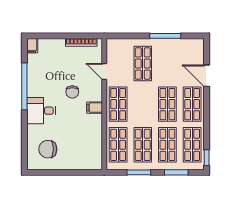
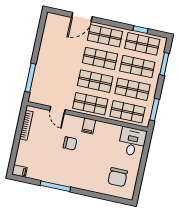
window: (165, 36) -> (30, 78), moved
shop shelf: (143, 63) -> (95, 81), moved
door: (104, 72) -> (58, 110), hinge flipped
window: (24, 86) -> (55, 186), width x0.68
desk: (41, 111) -> (132, 142), moved, turned 180
window: (207, 158) -> (141, 30), moved
window: (139, 172) -> (154, 110), moved

